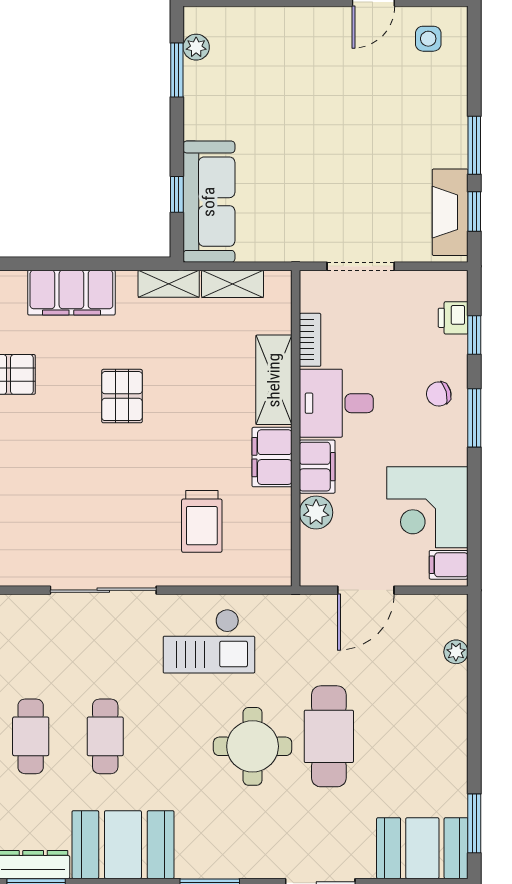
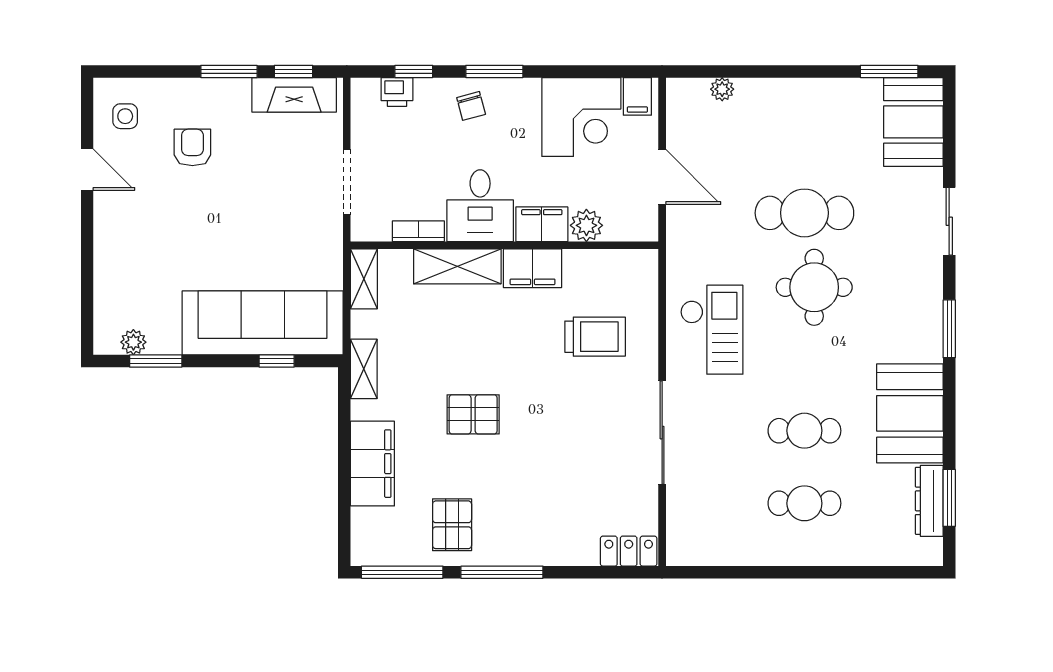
armchair: (396, 108) -> (192, 147), added
sofa: (209, 202) -> (263, 323), width x1.36, depth x1.27
shelving: (233, 284) -> (364, 279), moved

